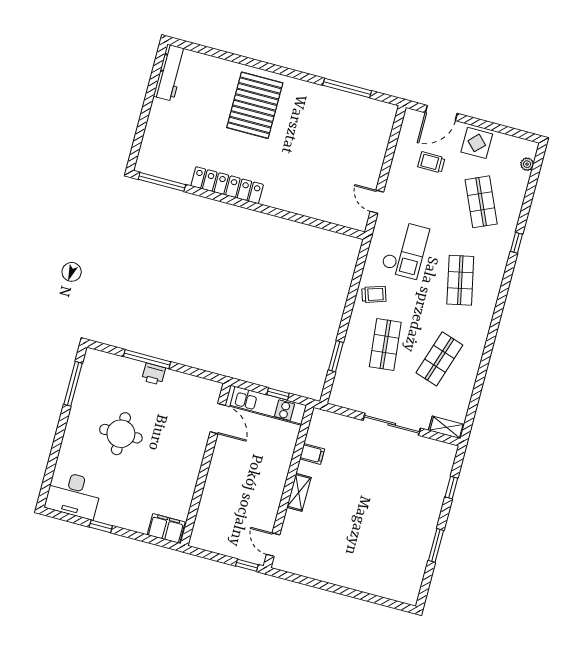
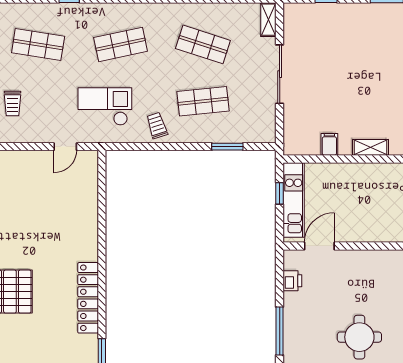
shop shelf: (481, 202) -> (38, 44), turned 33
printer: (154, 374) -> (292, 281), moved

